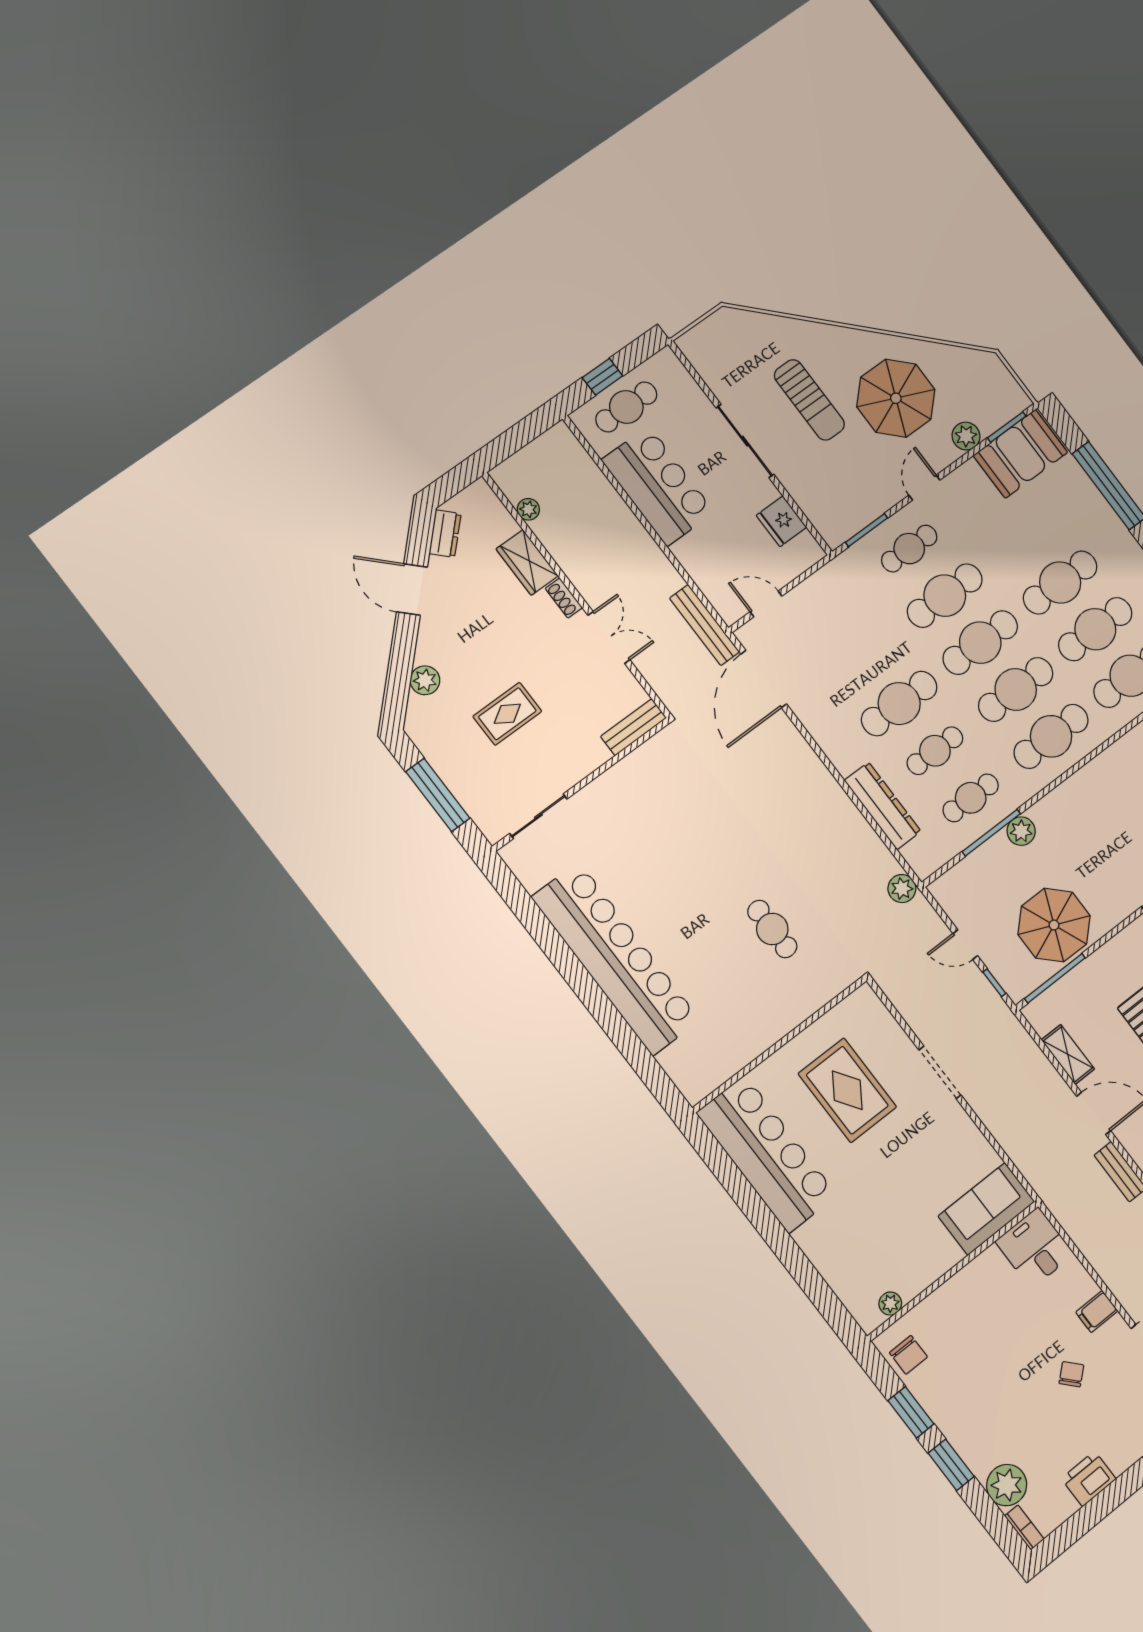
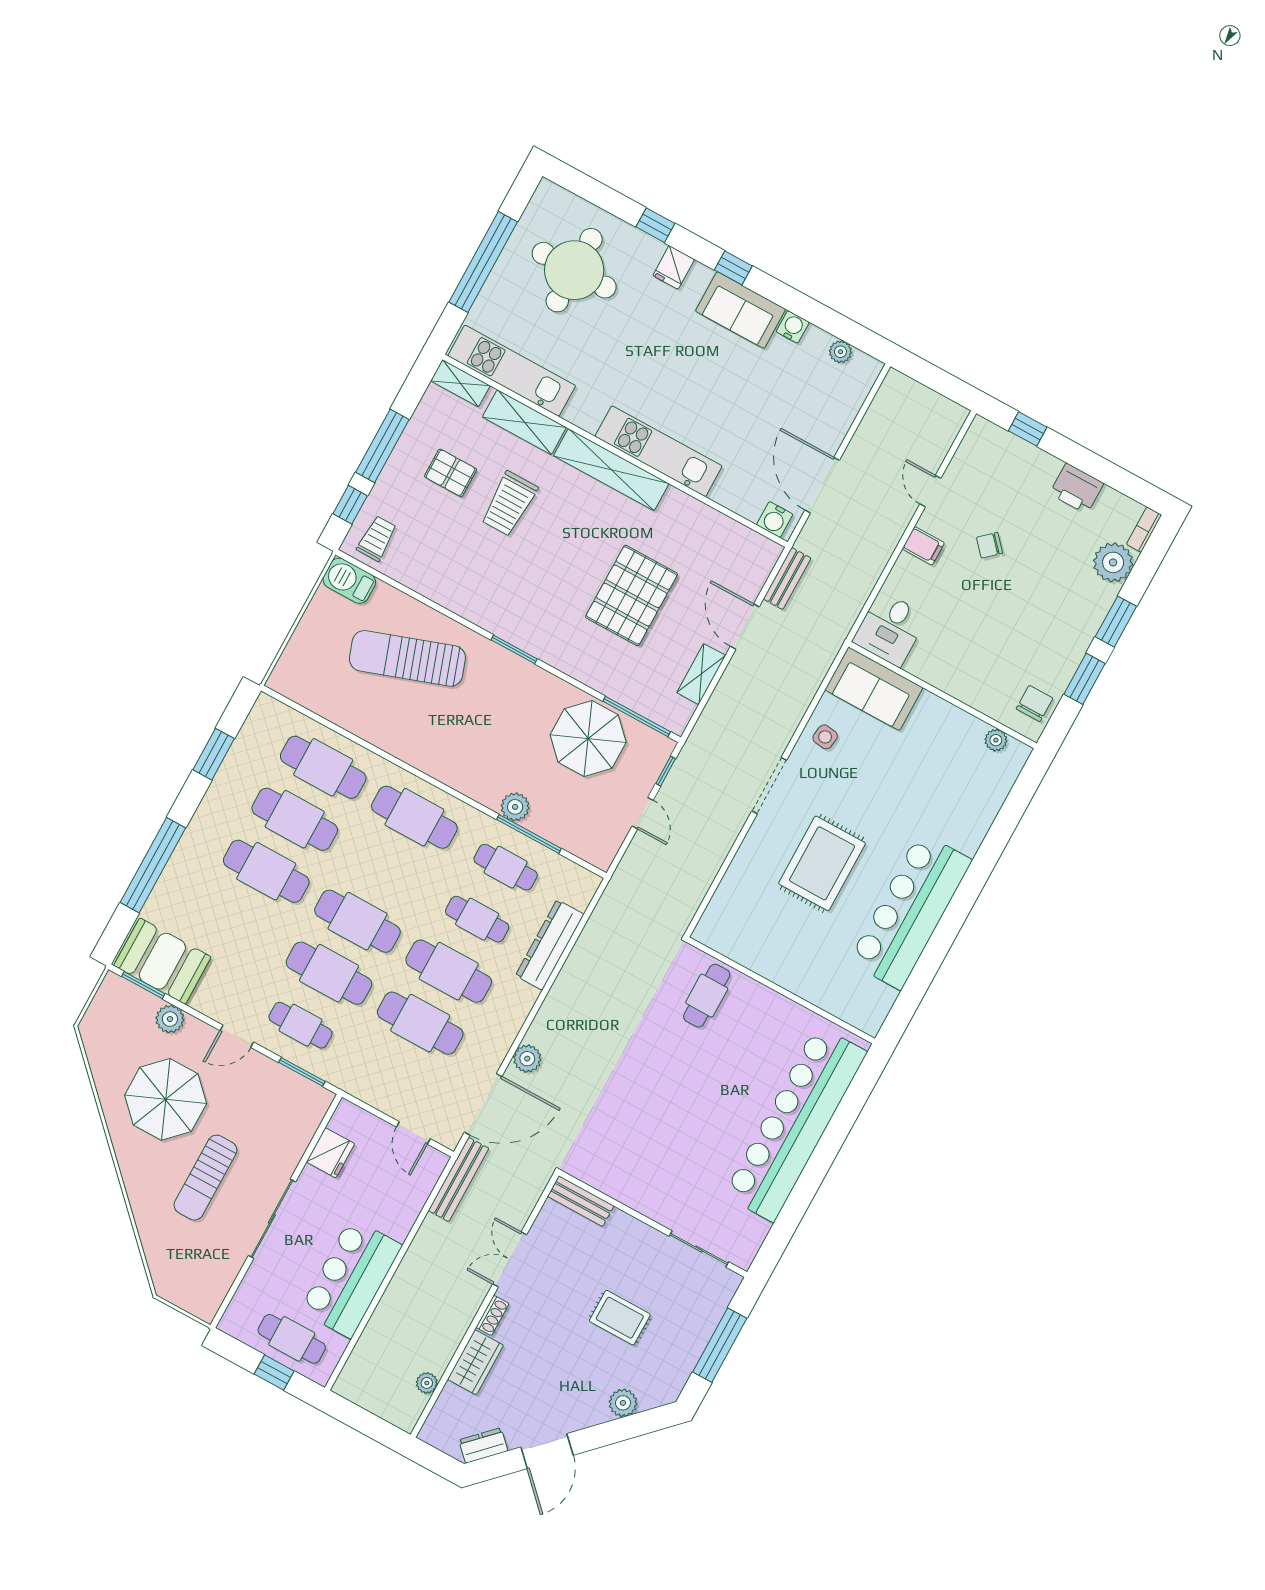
sun lounger: (809, 400) -> (205, 1178), turned 180
cafe table: (1016, 690) -> (420, 1023), moved
plant: (902, 889) -> (527, 1059), moved
wall: (780, 1044) -> (781, 990), moved
side table: (962, 1144) -> (825, 737), added

